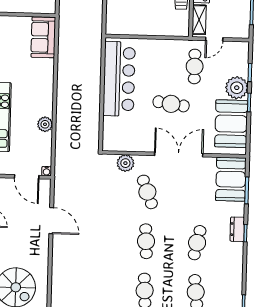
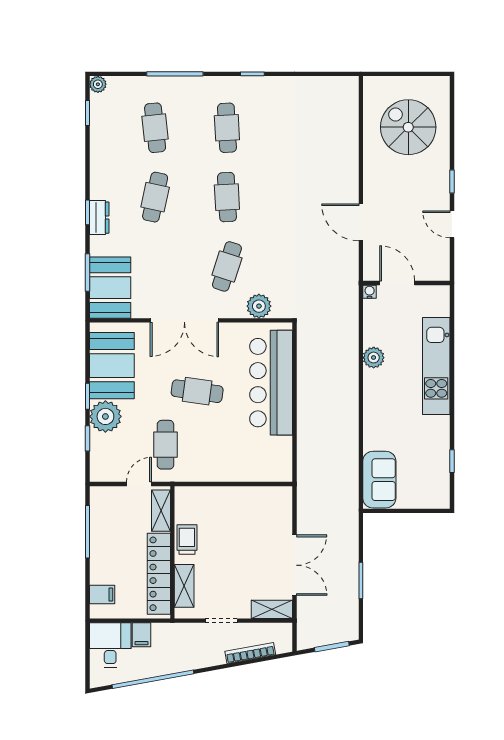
bar counter: (119, 79) -> (271, 383), moved
cafe table: (147, 192) -> (227, 266), turned 39

